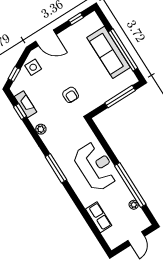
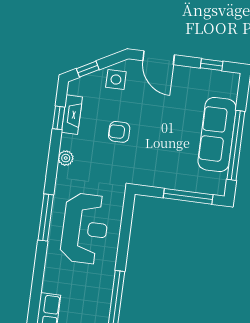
armchair: (71, 95) -> (119, 132), moved, turned 90
reception desk: (96, 166) -> (85, 228), moved

